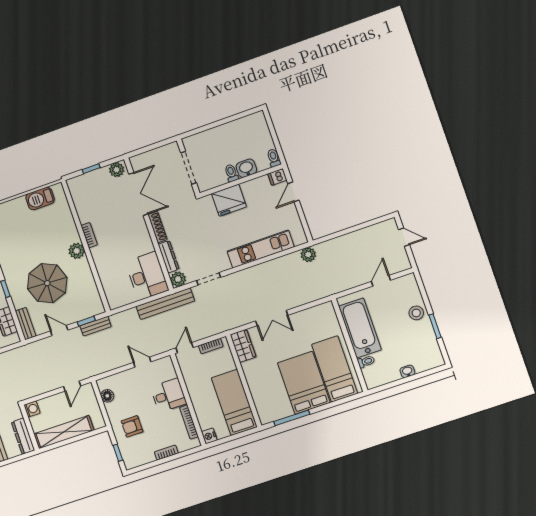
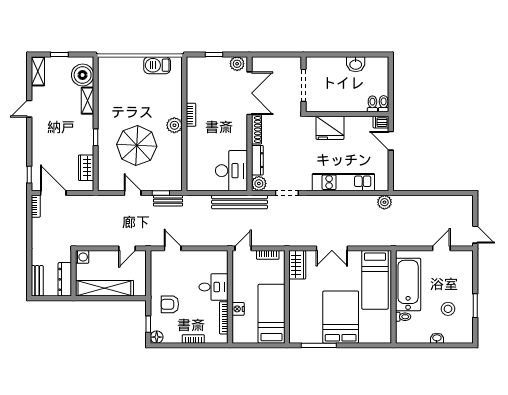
washbasin: (246, 168) -> (356, 64), moved, turned 180
toilet: (231, 173) -> (372, 104), moved
door: (293, 192) -> (391, 141), hinge flipped
door: (404, 237) -> (475, 235), moved
stool: (416, 313) -> (448, 309), moved
bench: (26, 324) -> (104, 176), removed
door: (142, 362) -> (173, 248), moved
bed: (335, 369) -> (375, 280), moved, turned 180
floor lamp: (107, 396) -> (157, 337), moved
nightstand: (209, 436) -> (238, 309), moved

